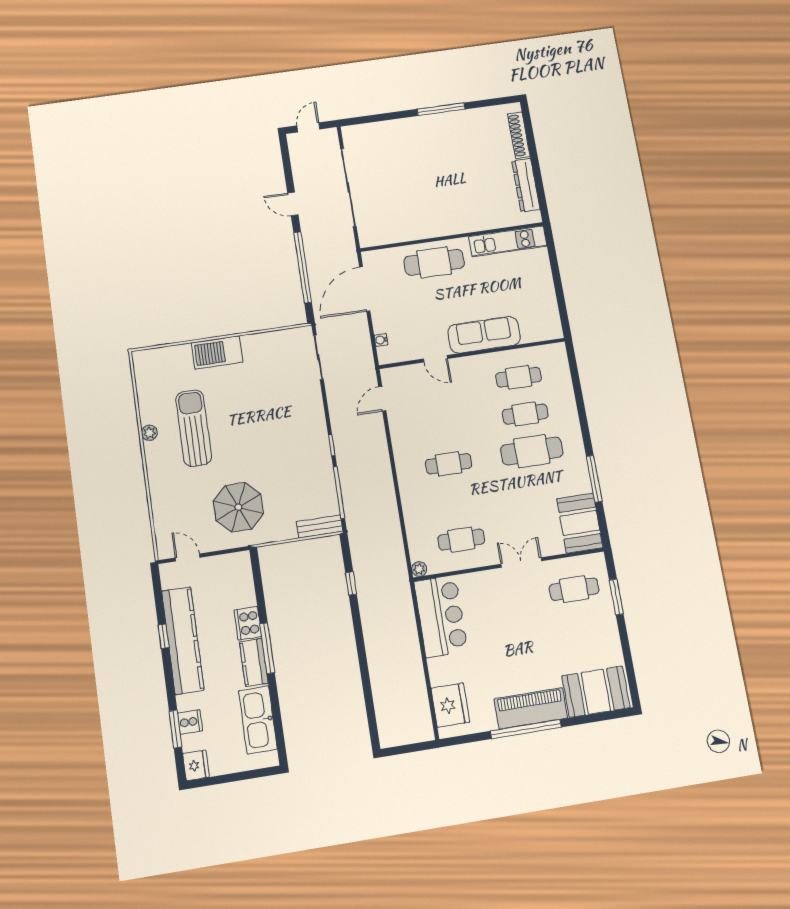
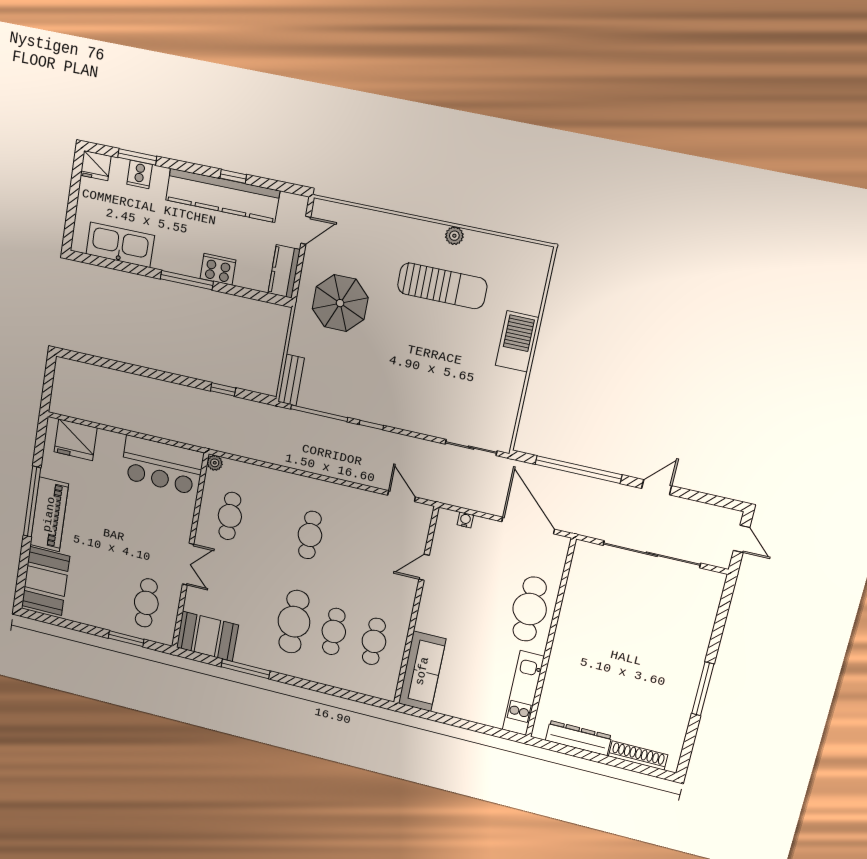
sofa: (484, 335) -> (422, 671), moved
kitchen counter: (254, 662) -> (284, 271), moved, turned -90

